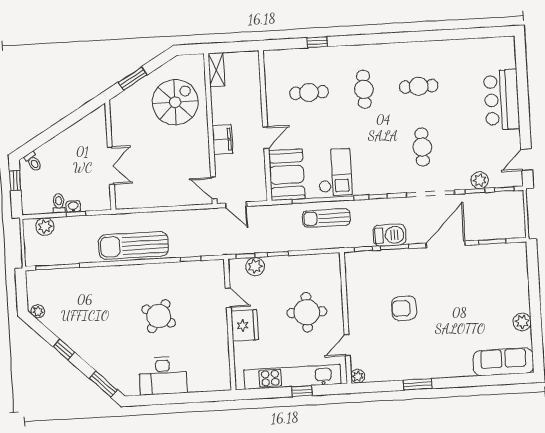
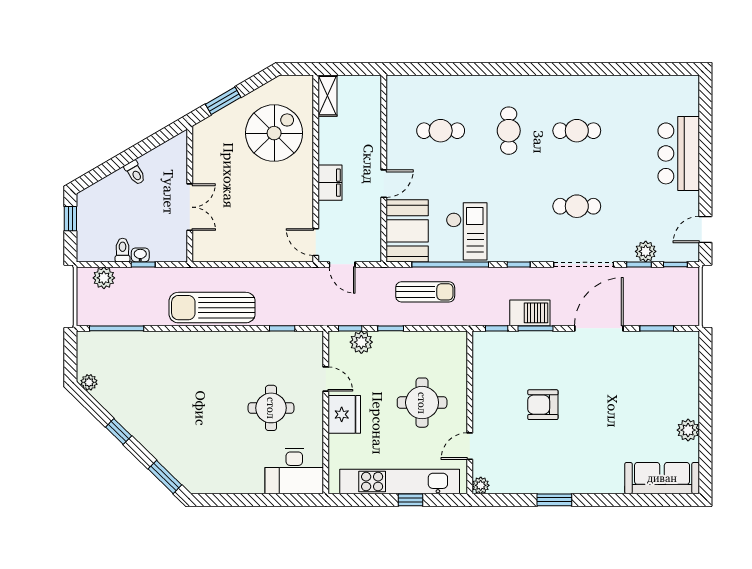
window: (317, 42) -> (454, 69), removed
cafe table: (422, 147) -> (577, 206), turned 90
toilet: (33, 162) -> (135, 173), moved
sun lounger: (326, 218) -> (425, 292), moved, turned 180
round table: (159, 316) -> (271, 408), moved, turned -32
desk: (163, 376) -> (294, 471), moved

